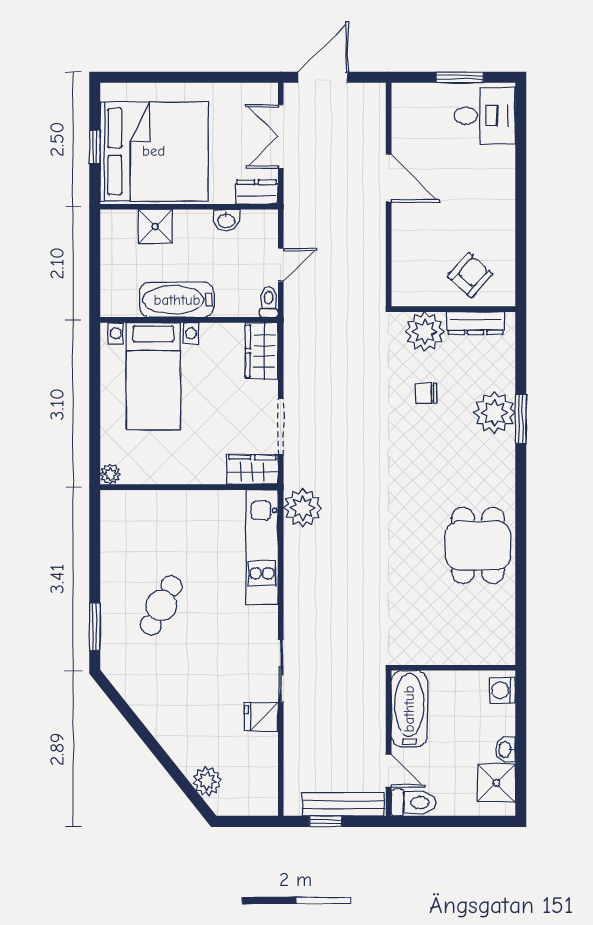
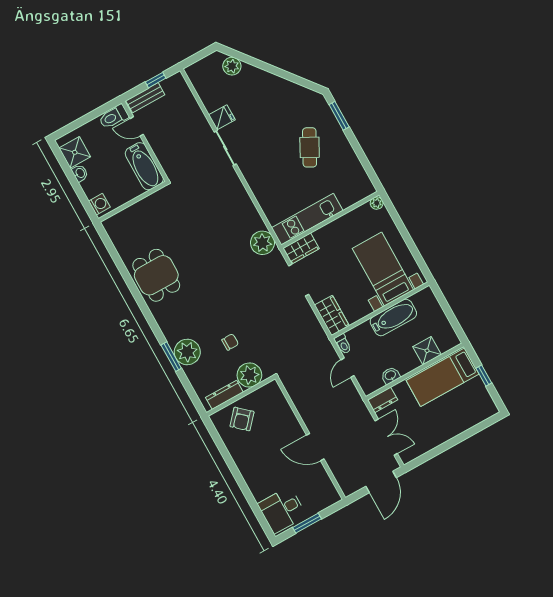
bed: (154, 151) -> (443, 377), width x0.49
kitchen unit: (262, 547) -> (307, 219), moved, turned -90
bench: (343, 805) -> (145, 98), width x0.73

